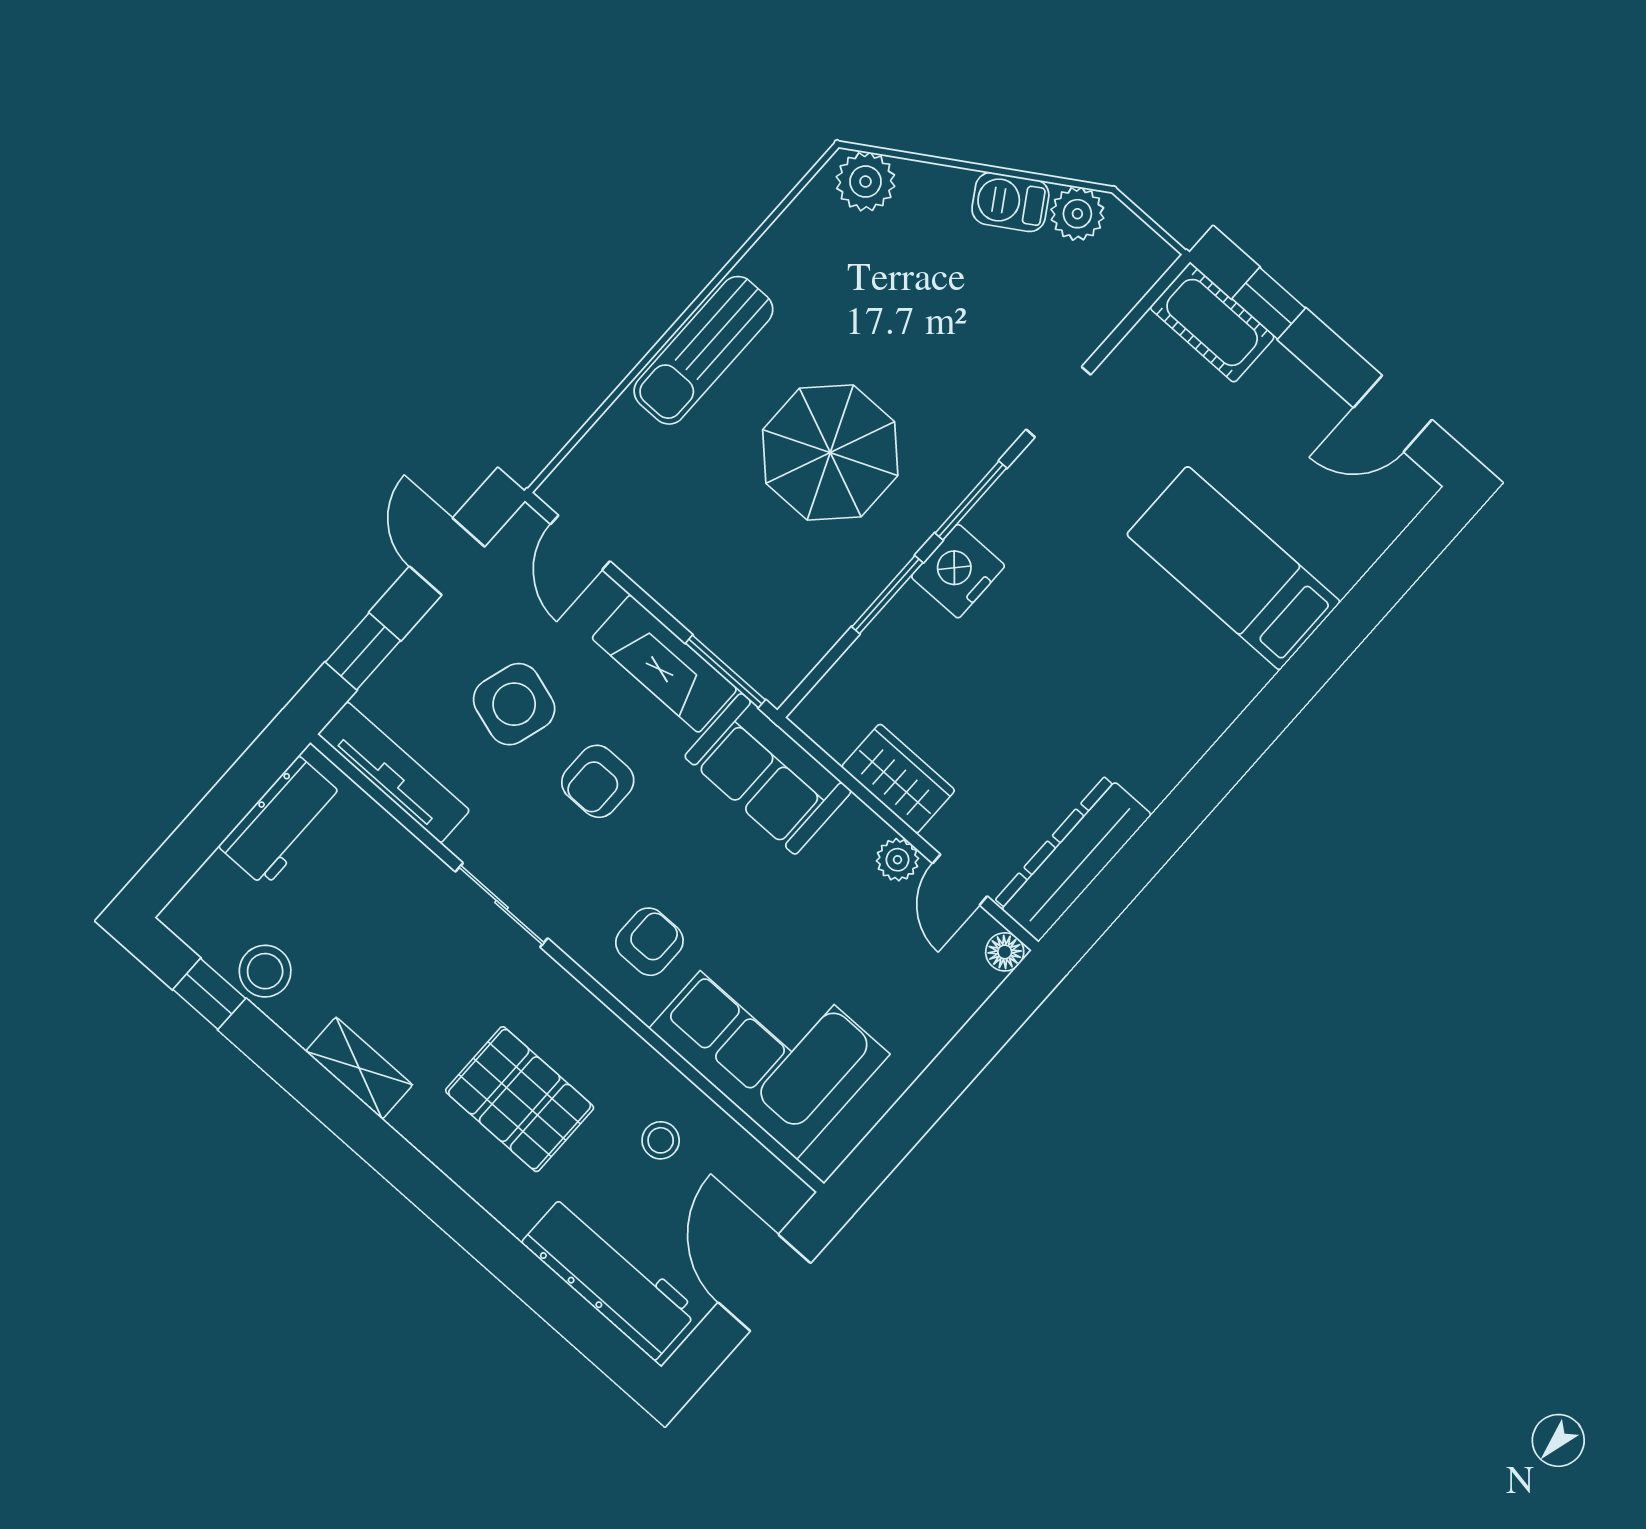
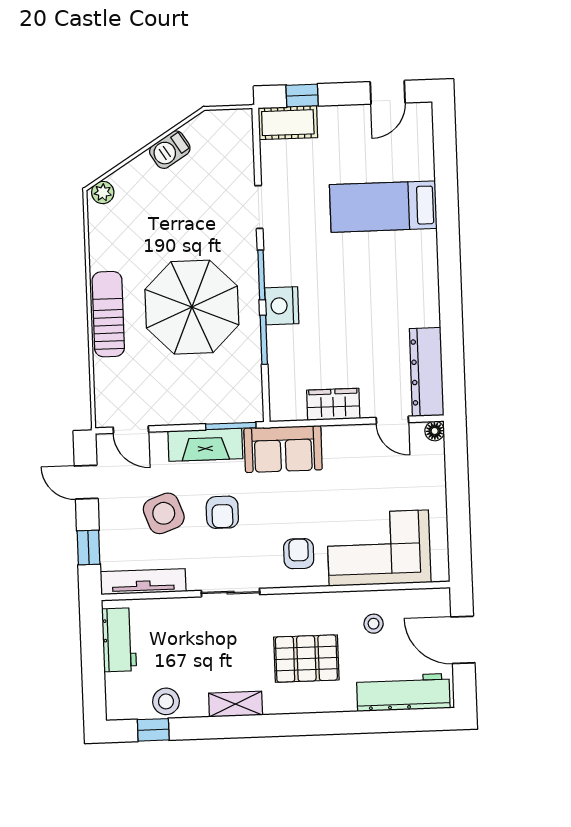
plant: (866, 182) -> (103, 192), width x0.73, depth x0.73
plant: (1077, 214) -> (199, 130), removed
sun lounger: (703, 350) -> (108, 314), turned 180
parasol: (830, 453) -> (192, 307), width x1.36, depth x1.36
side table: (514, 704) -> (164, 513), turned -37
plant: (898, 860) -> (362, 435), removed

